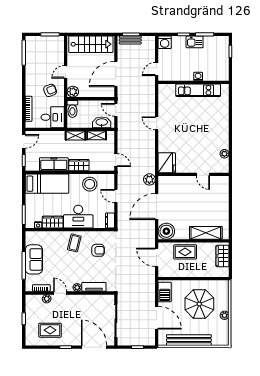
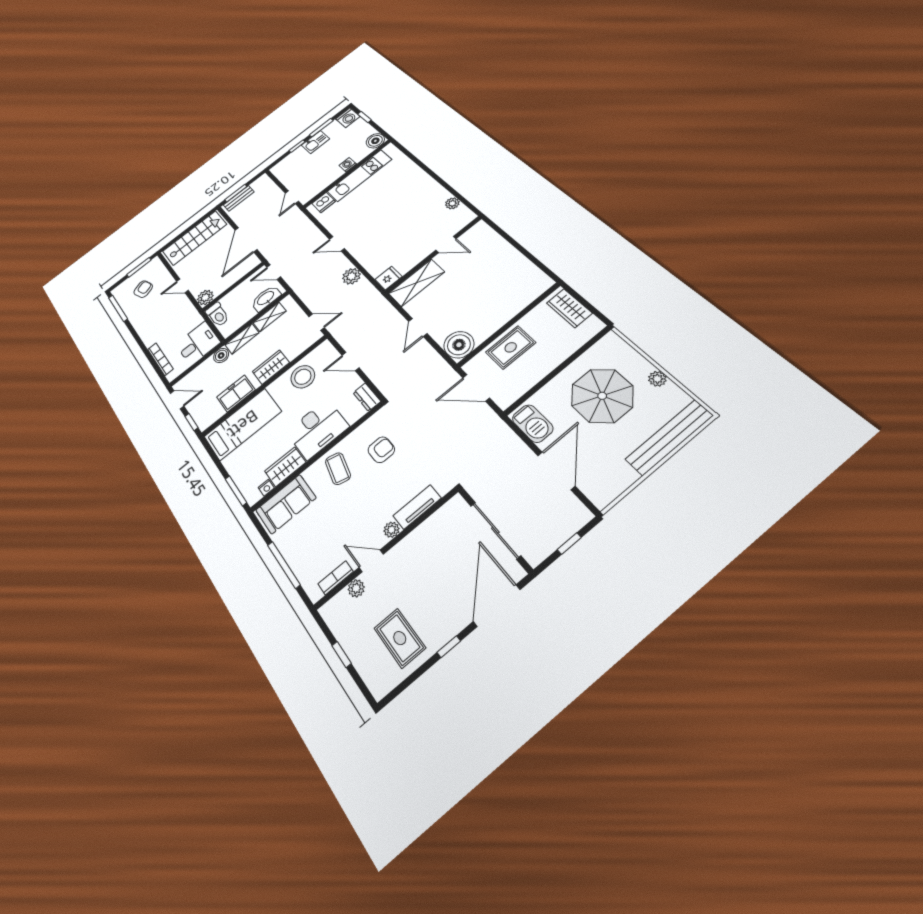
washing machine: (165, 42) -> (348, 118), moved
door: (66, 72) -> (183, 286), hinge flipped
boiler: (223, 75) -> (375, 141), added
armchair: (50, 90) -> (143, 289), moved
dishwasher: (169, 90) -> (323, 202), added
boiler: (60, 136) -> (221, 355), added
door: (24, 141) -> (177, 400), hinge flipped
fridge: (167, 163) -> (389, 278), width x0.53, depth x0.75
freezer: (54, 164) -> (236, 393), width x0.71
plant: (149, 179) -> (351, 276), moved
door: (157, 206) -> (418, 328), width x0.53
shelving: (206, 233) -> (417, 283), moved
sofa: (34, 259) -> (286, 504), moved, turned 90
door: (157, 318) -> (556, 471), hinge flipped
rug: (50, 330) -> (400, 638), turned 90
bench: (189, 340) -> (669, 437), moved
door: (94, 347) -> (497, 606), hinge flipped

